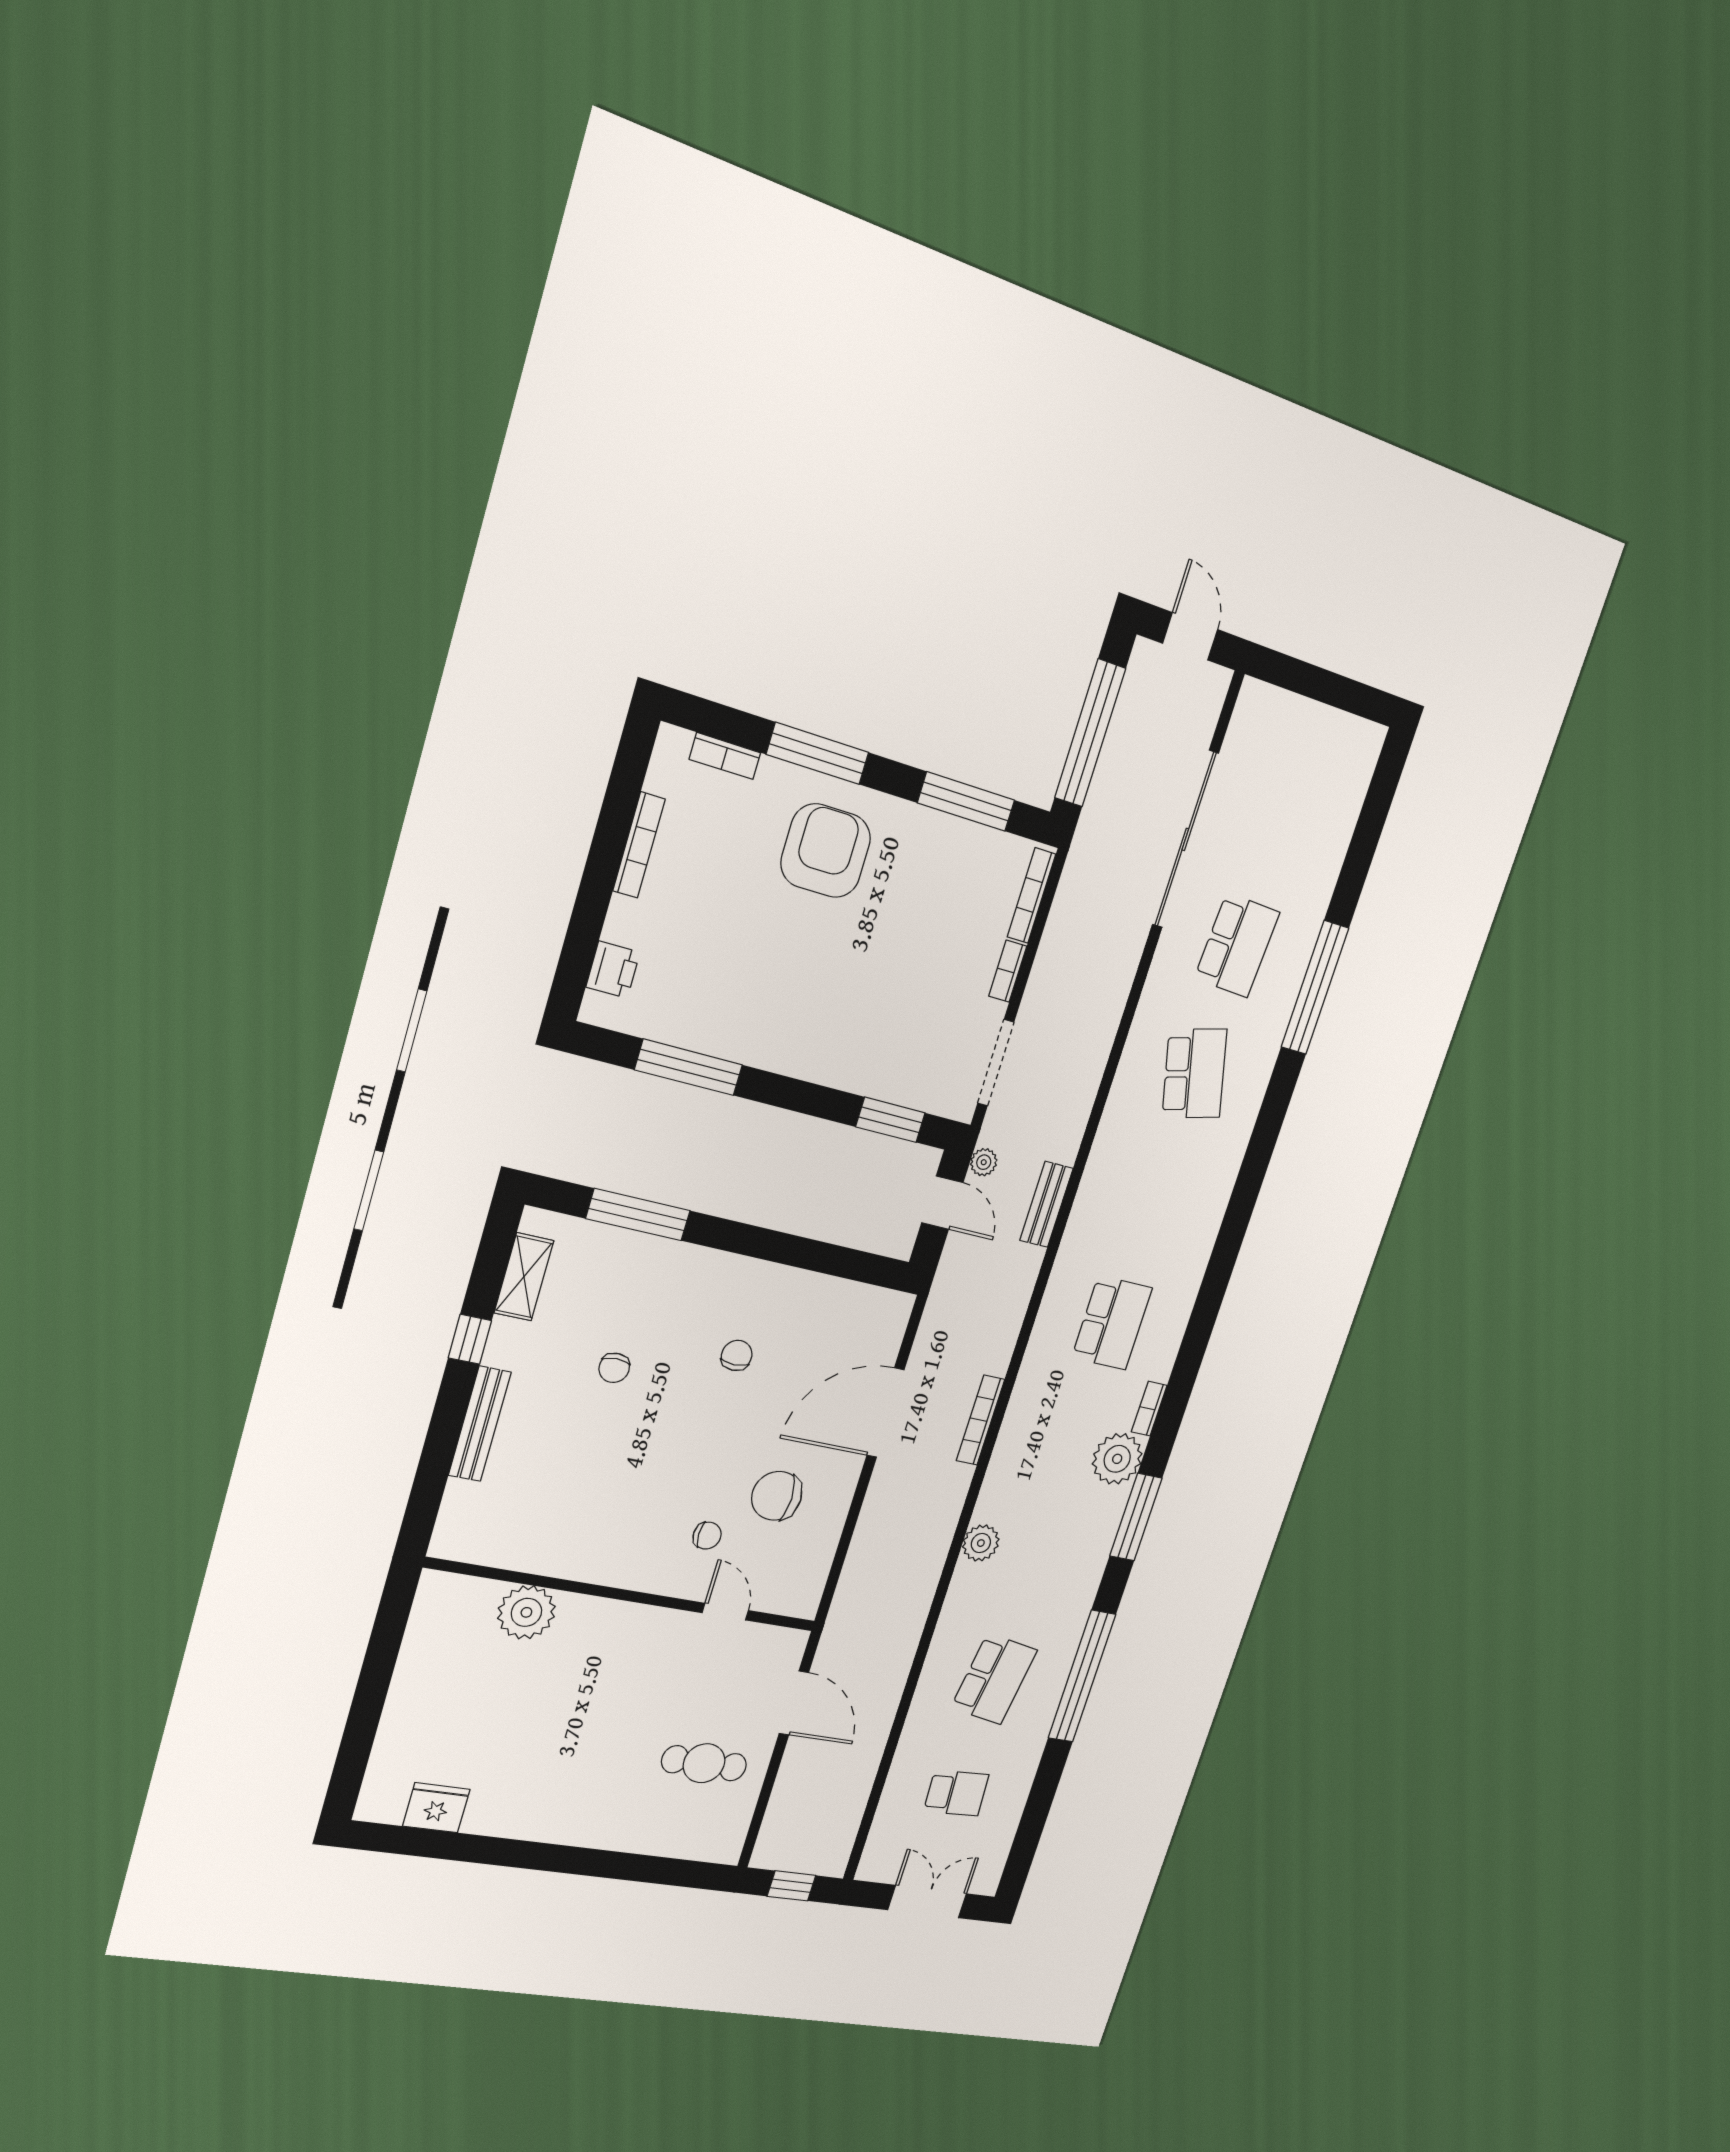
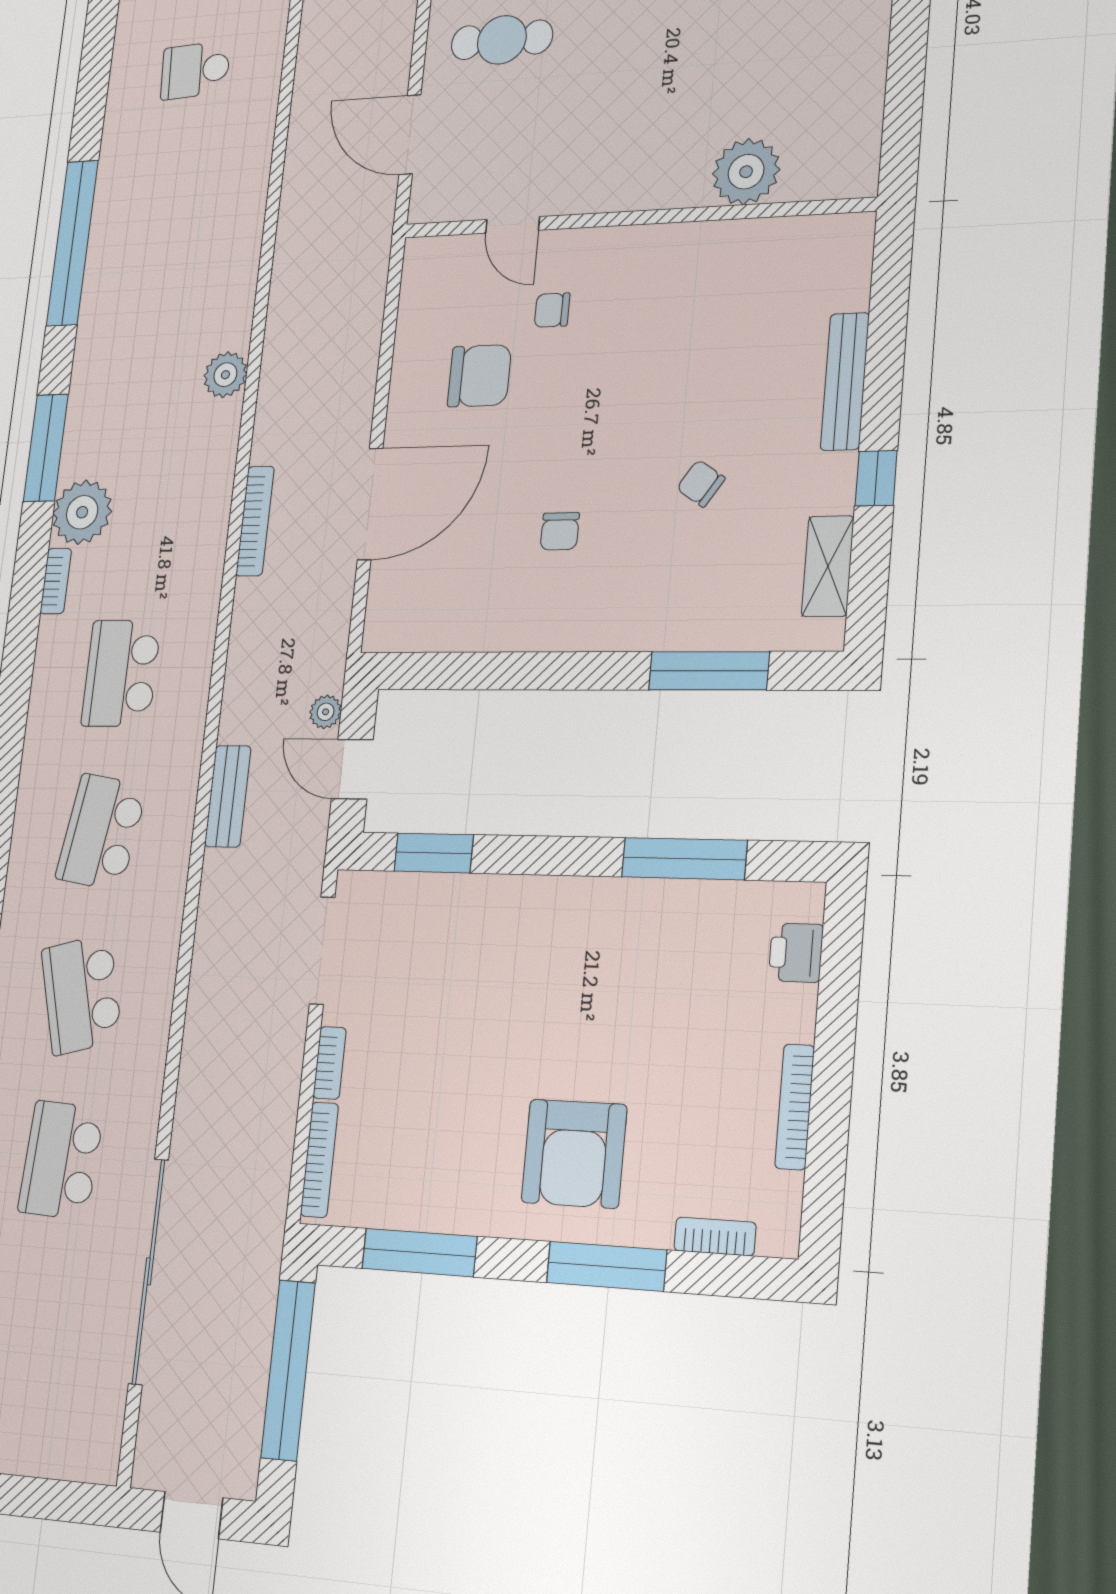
plant: (984, 1162) -> (326, 712), moved
chair: (614, 1368) -> (701, 483), turned -56
school desk: (994, 1679) -> (101, 832), moved

